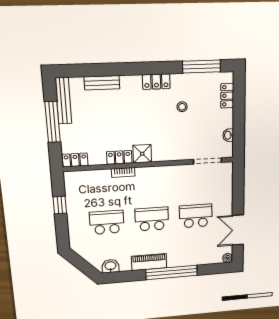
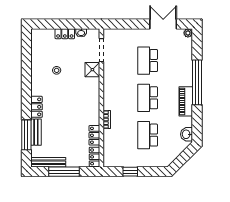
window: (202, 67) -> (26, 135), moved
locker: (156, 82) -> (37, 107), moved
locker: (227, 96) -> (65, 34), moved
shower: (142, 154) -> (92, 70), moved
locker: (119, 157) -> (94, 135), moved
double door: (238, 230) -> (163, 24), swing flipped

